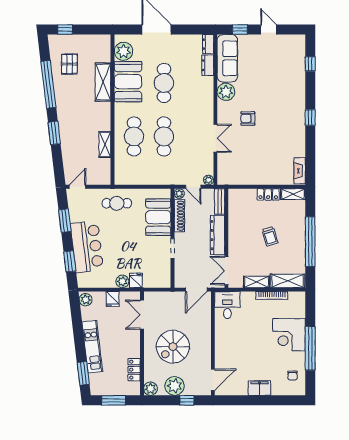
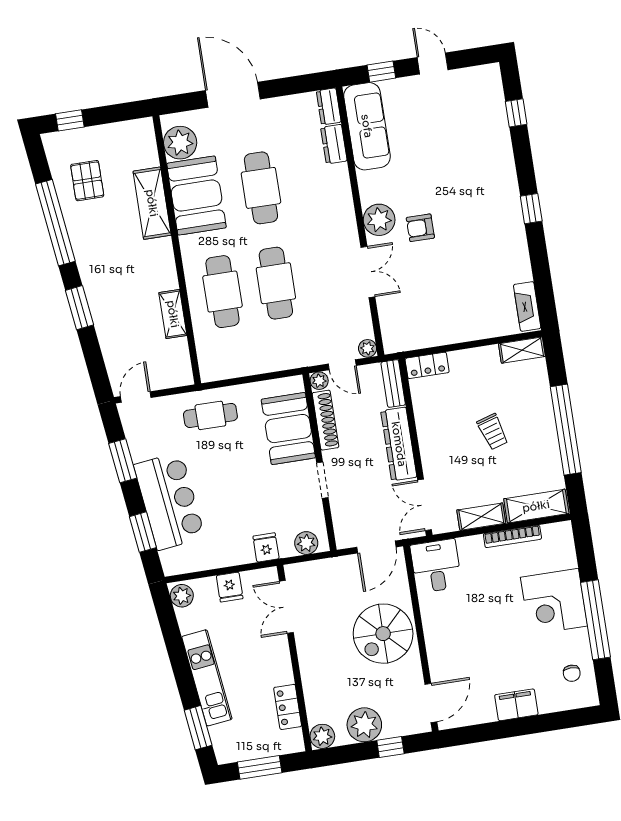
plant: (226, 92) -> (379, 220), moved
locker: (268, 194) -> (427, 365), moved
plant: (122, 281) -> (306, 543), moved
spiral stairs: (173, 347) -> (383, 634), moved

